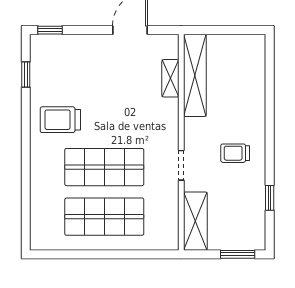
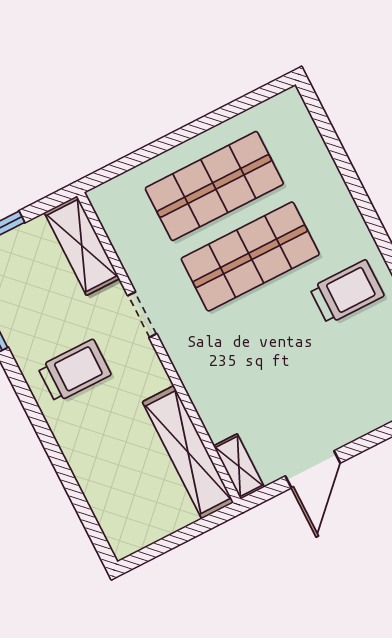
shelving: (170, 78) -> (239, 466), moved
trolley: (235, 153) -> (74, 371), width x1.36, depth x1.39

